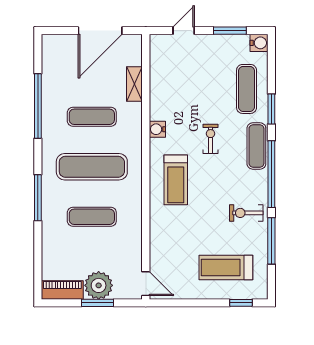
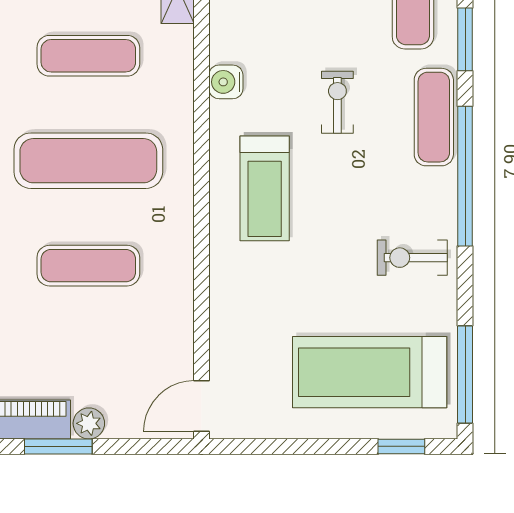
window: (271, 241) -> (465, 375), moved
treadmill: (226, 268) -> (370, 372), width x1.37, depth x1.38
door: (146, 284) -> (202, 406), swing flipped
plant: (99, 285) -> (89, 423), width x0.53, depth x0.53
window: (98, 303) -> (58, 446), moved

